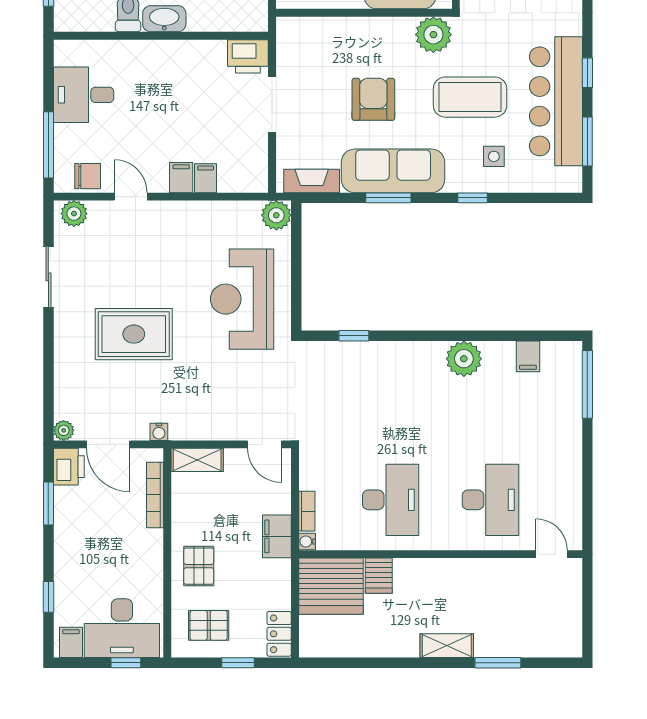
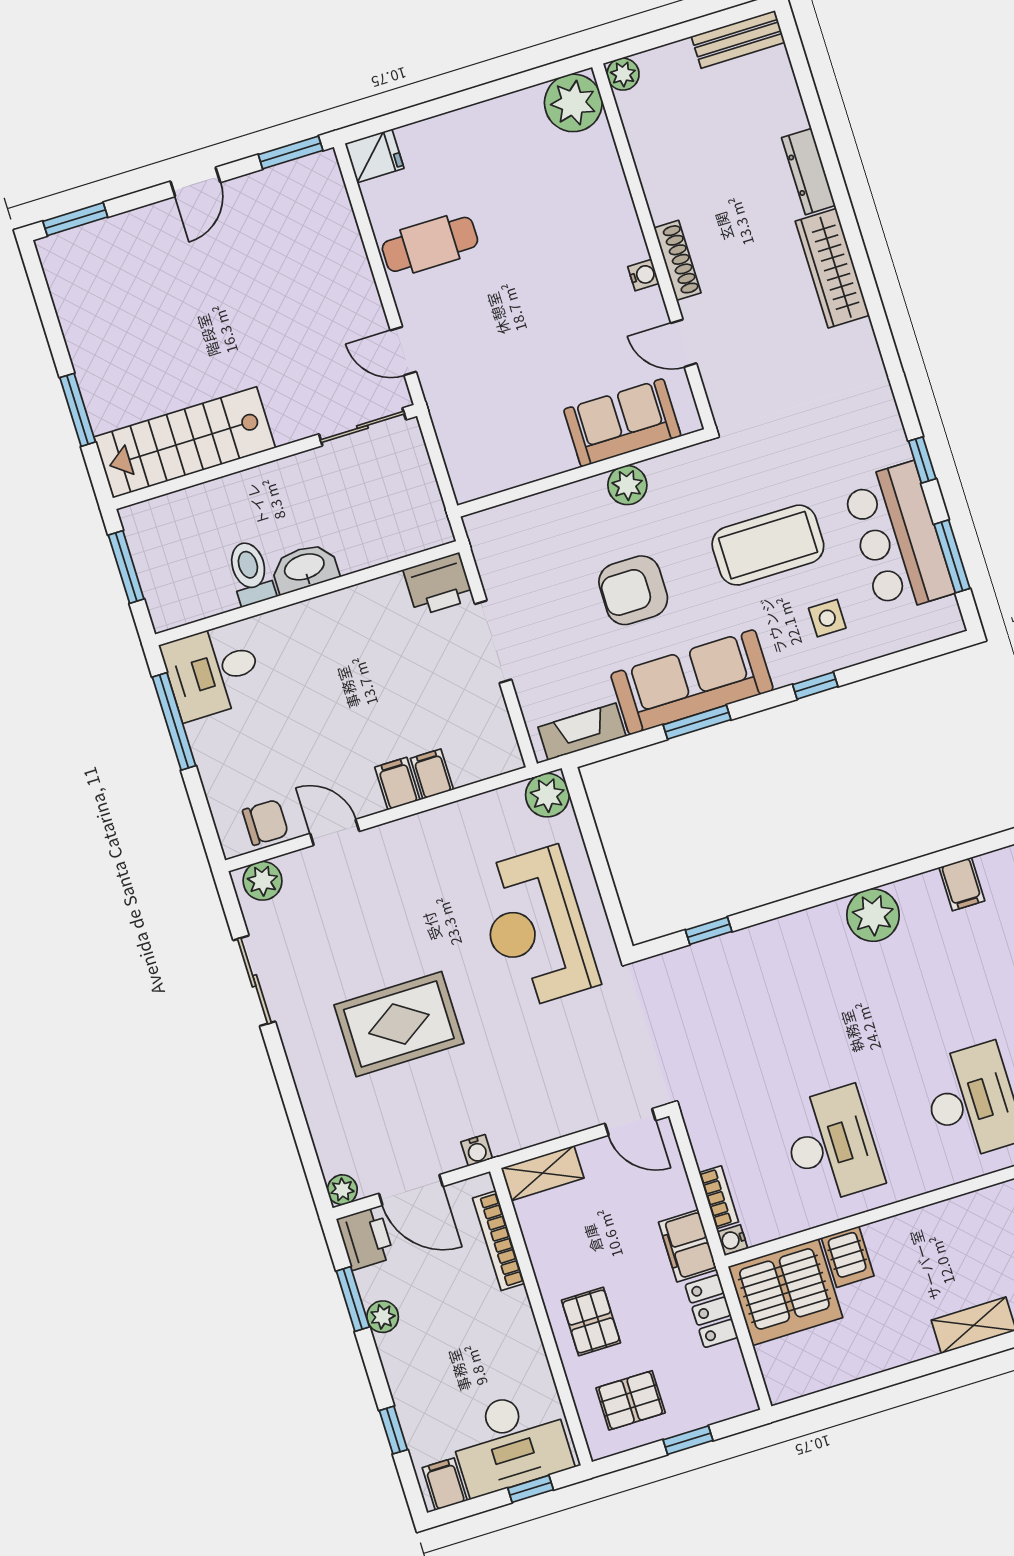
plant: (433, 35) -> (627, 485), moved, width x0.73, depth x0.73
desk: (84, 95) -> (213, 671), moved
armchair: (373, 99) -> (633, 590), turned -90
bar counter: (556, 101) -> (898, 538), width x0.73
window: (48, 145) -> (174, 721), moved
plant: (64, 521) -> (383, 1317), added
locker: (279, 634) -> (711, 1311), moved

